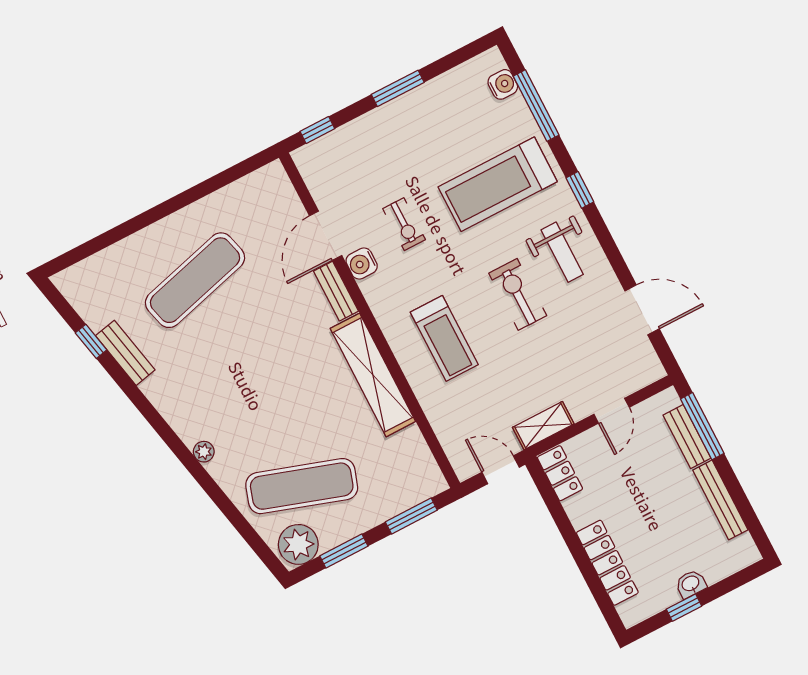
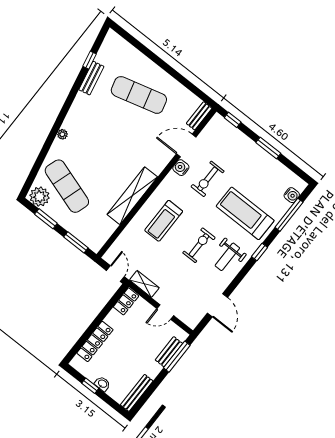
exercise bike: (404, 224) -> (208, 179), width x1.38, depth x1.39
bench: (336, 291) -> (199, 116), moved
bench: (720, 500) -> (137, 393), moved

